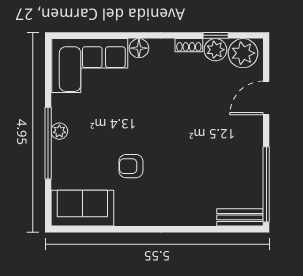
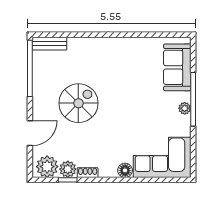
spiral stairs: (201, 138) -> (78, 103), added
armchair: (131, 166) -> (131, 82), removed
sofa: (82, 208) -> (177, 67), moved, turned 90

